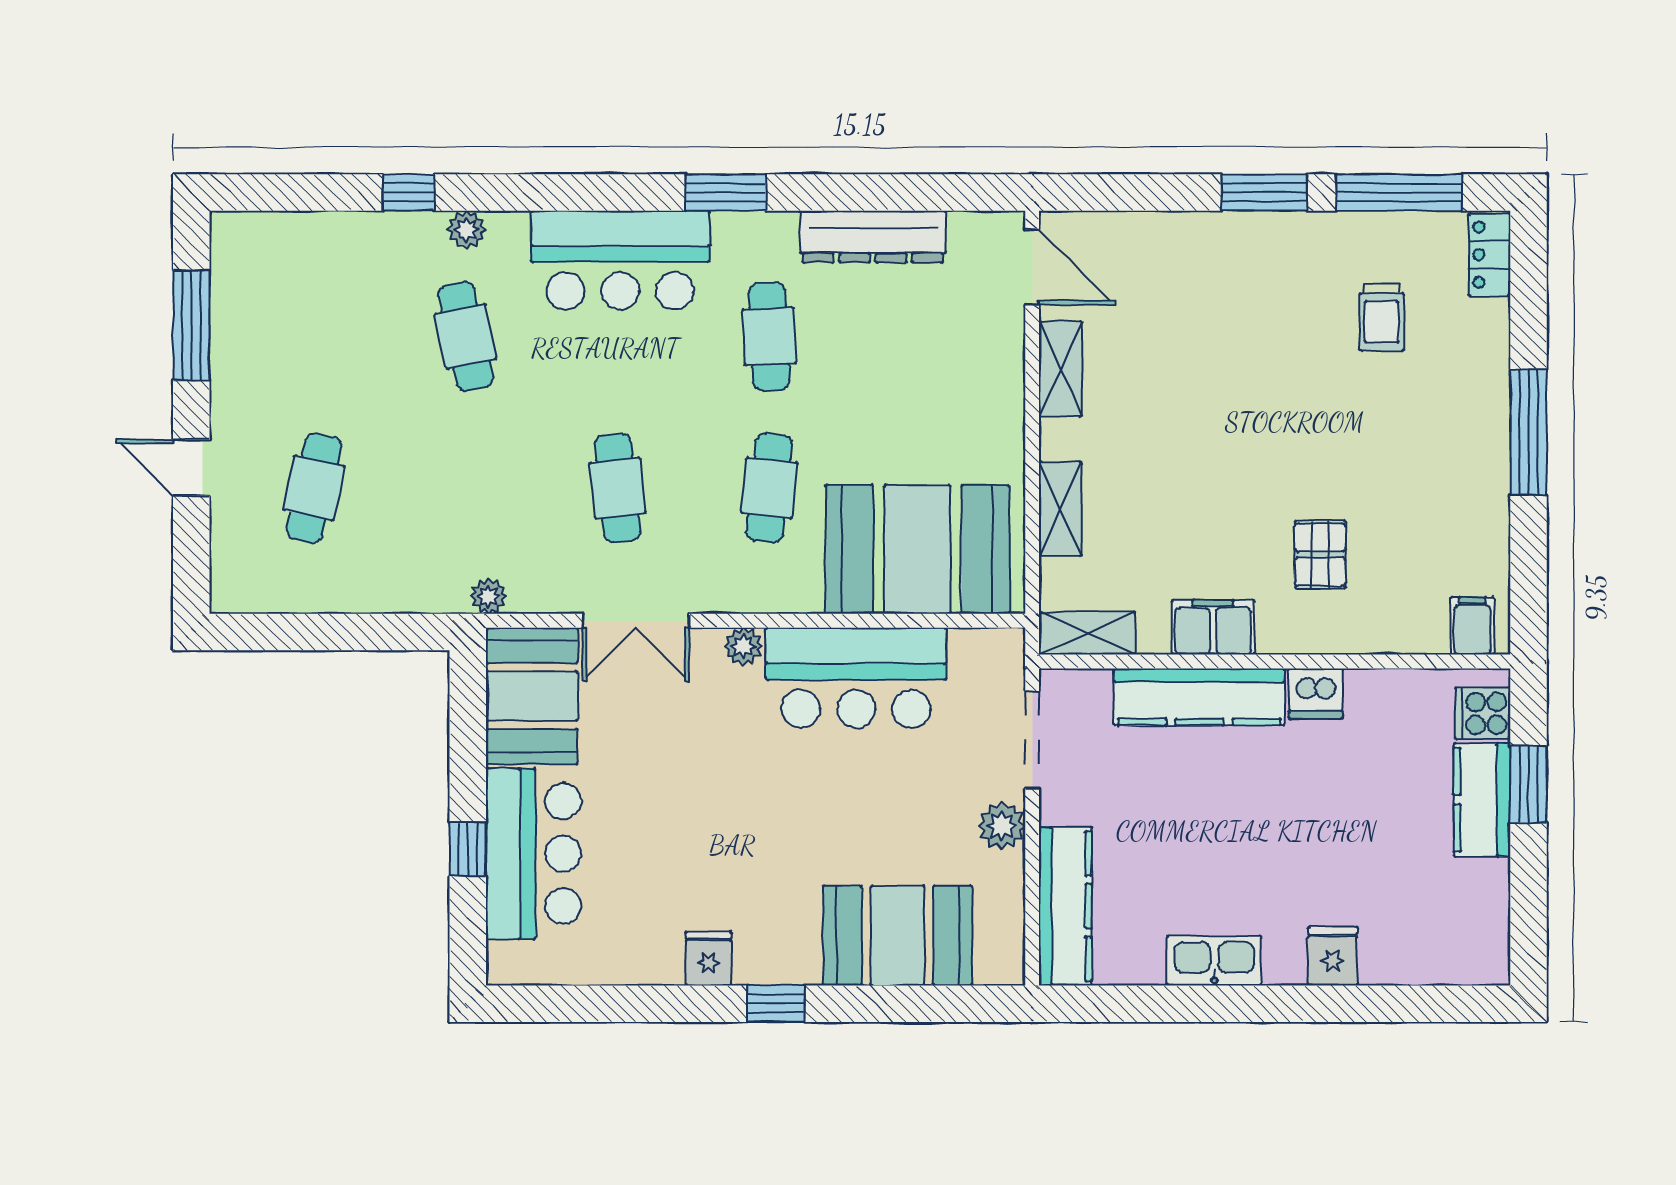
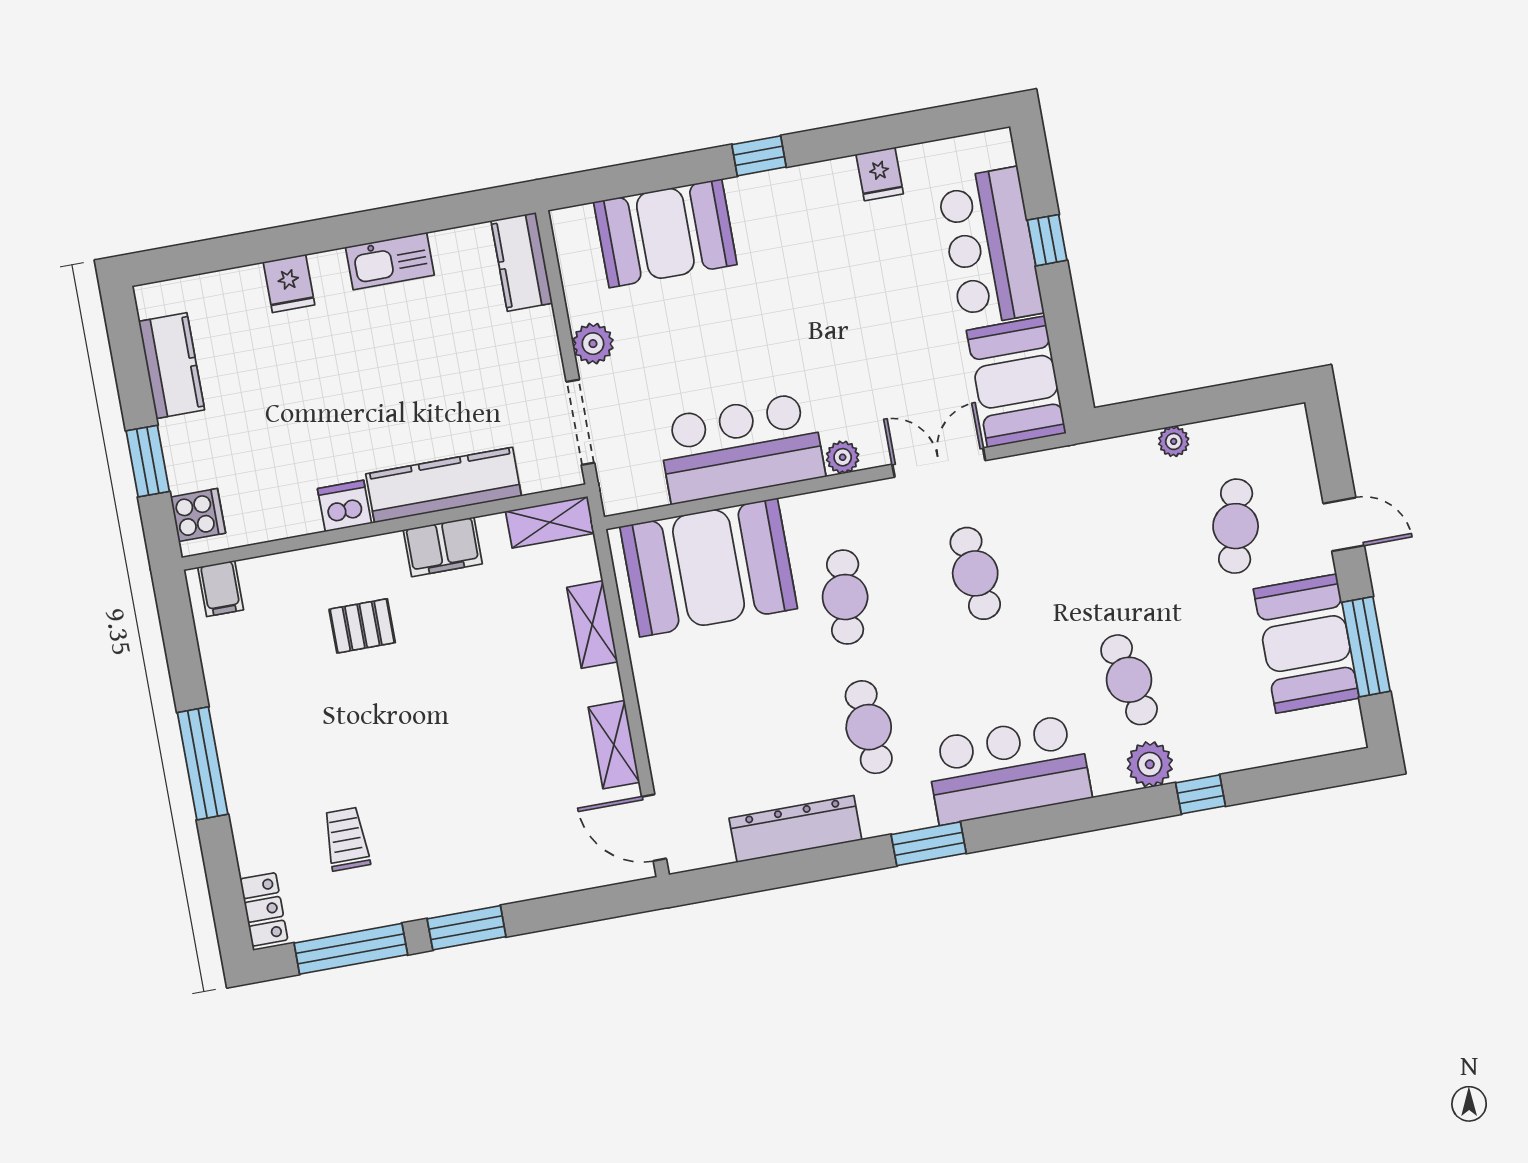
plant: (467, 230) -> (1150, 764), width x1.38, depth x1.38
booth: (258, 341) -> (1306, 644), added
pallet: (1320, 555) -> (362, 626), turned 90
plant: (489, 596) -> (1174, 441), moved
kitchen counter: (1482, 800) -> (172, 366), moved
kitchen counter: (1065, 906) -> (522, 262), width x0.67
fridge: (709, 958) -> (880, 174), moved

